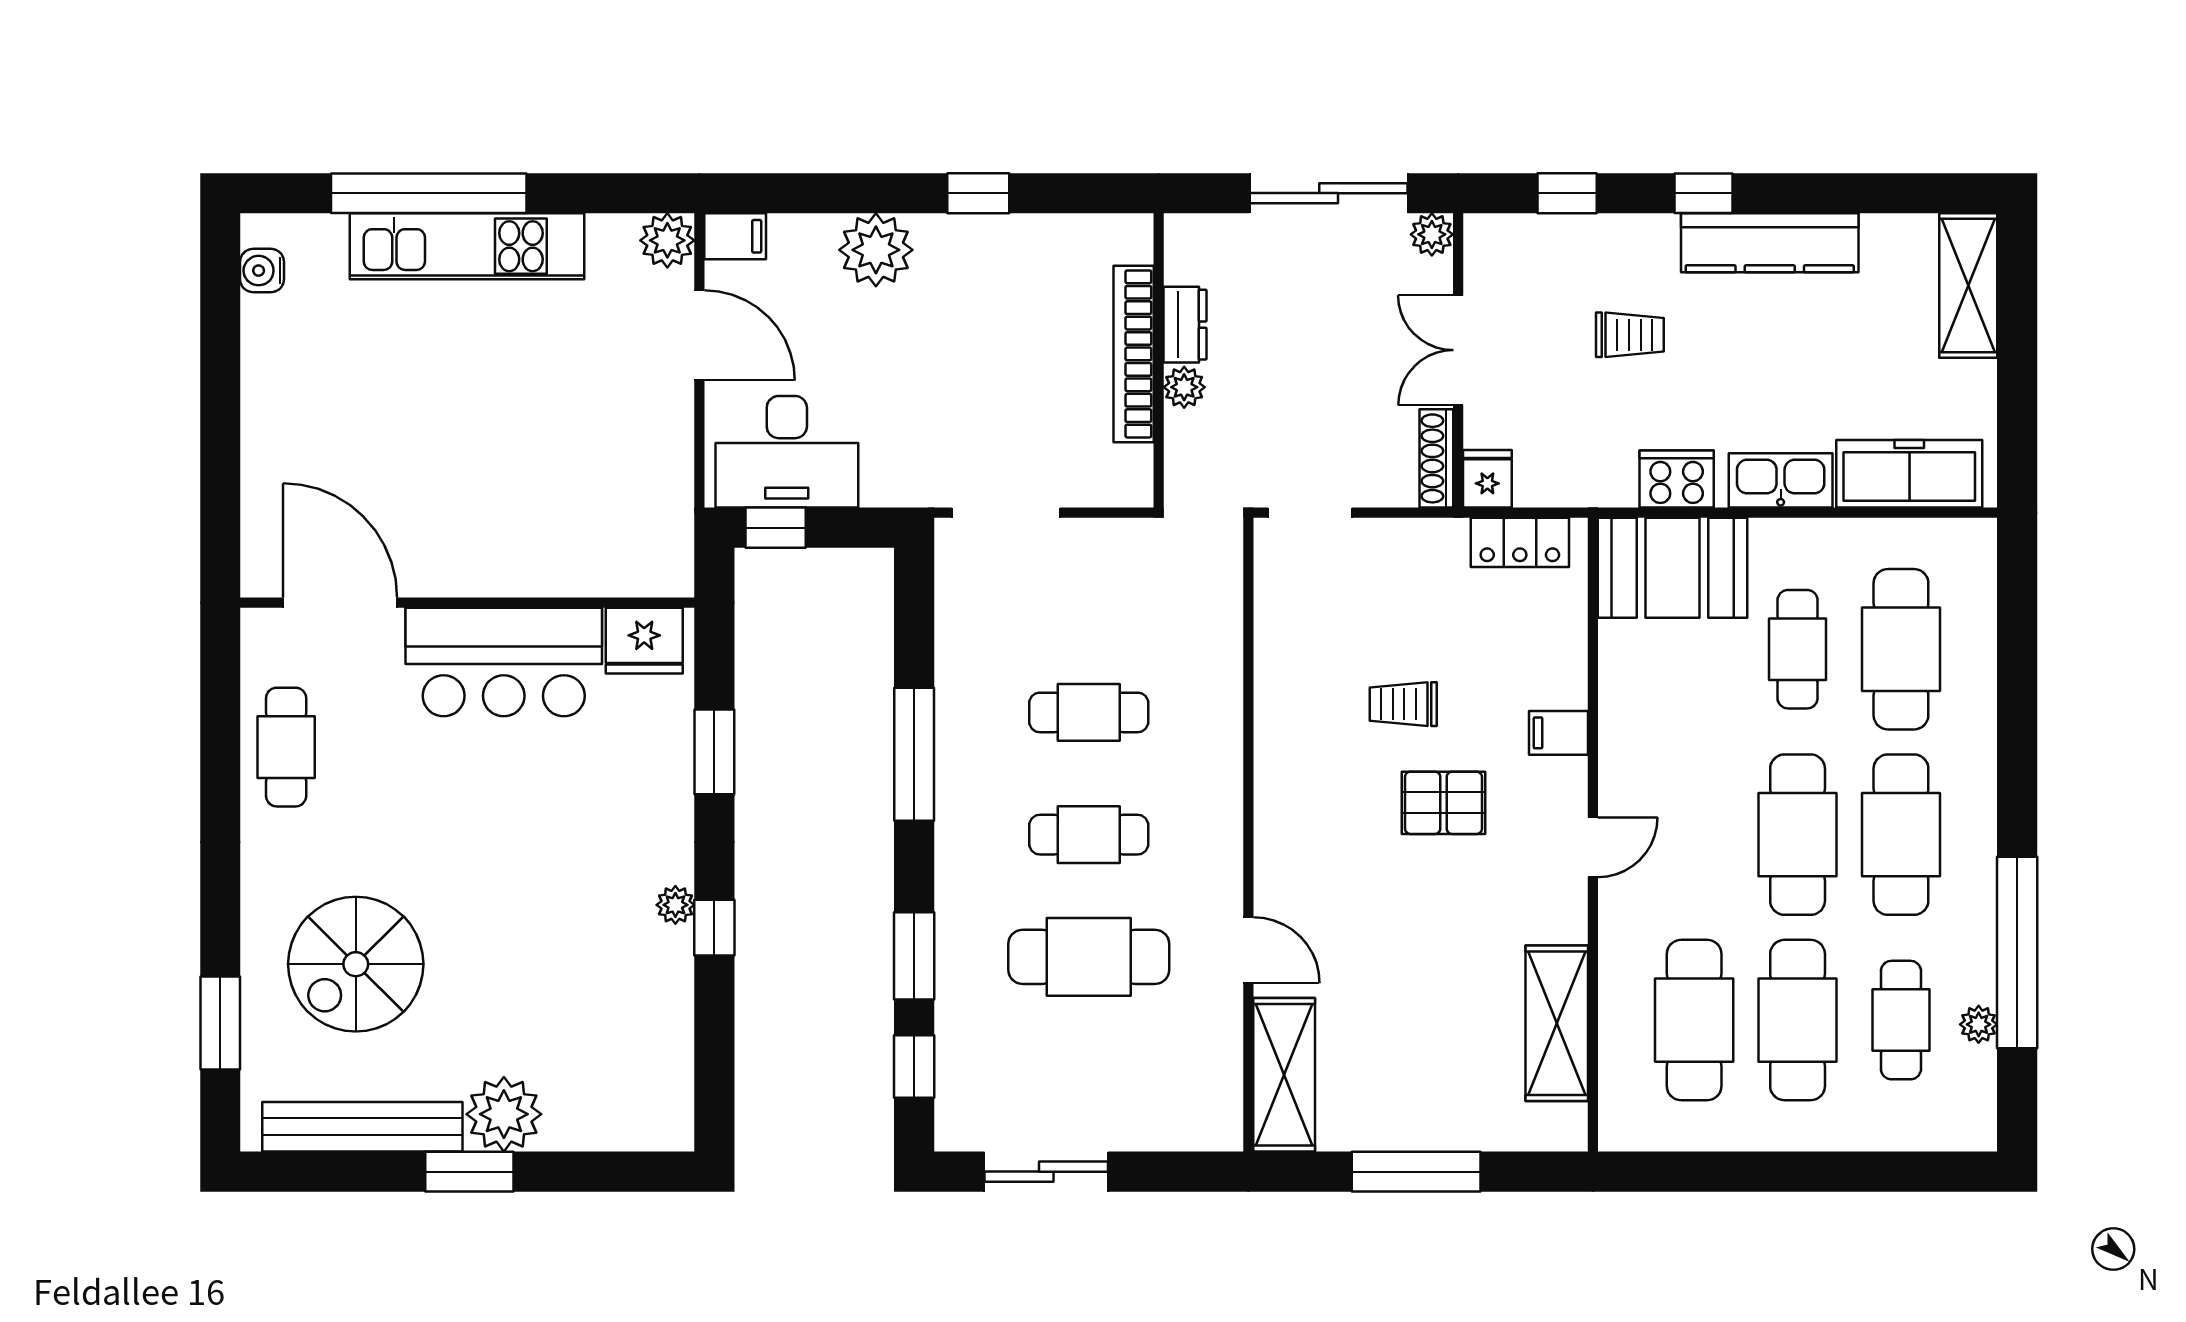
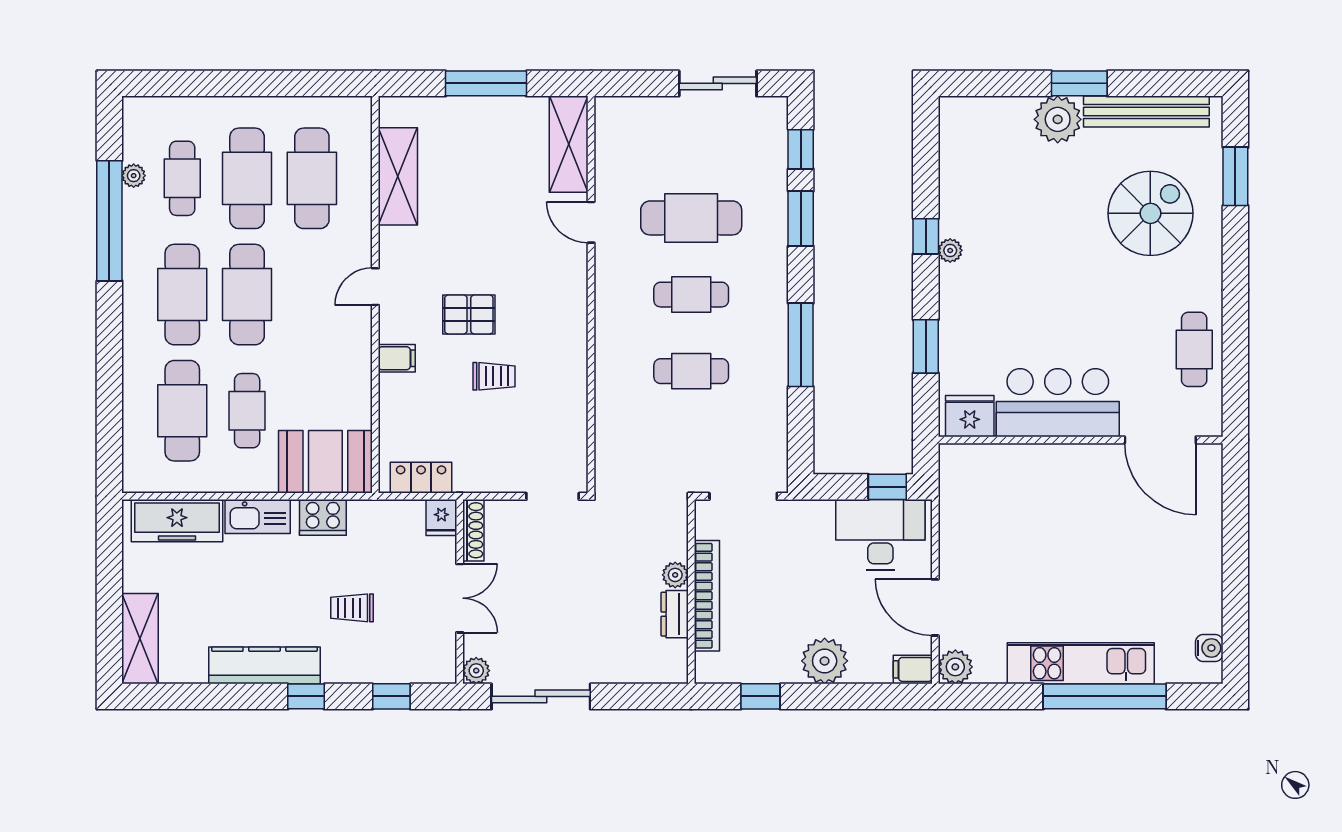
dresser: (1185, 325) -> (675, 614), moved
bookcase: (1134, 354) -> (707, 596), moved
wall: (1159, 360) -> (691, 592), moved
plant: (1184, 387) -> (675, 575), moved

